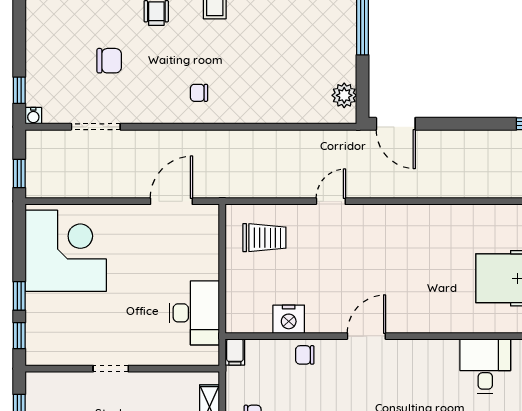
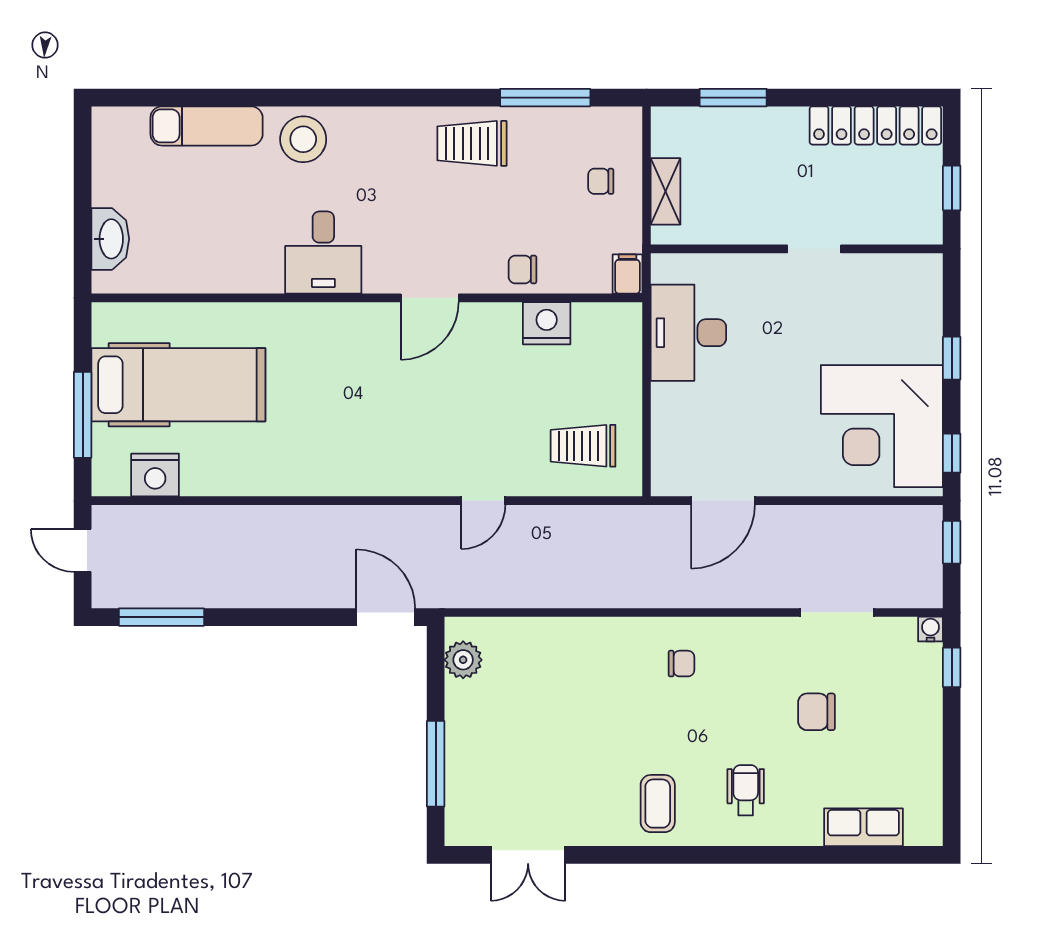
window: (19, 336) -> (952, 453), moved
chair: (305, 355) -> (522, 269), turned 180
desk: (485, 366) -> (323, 253), moved

